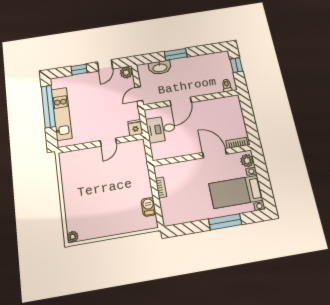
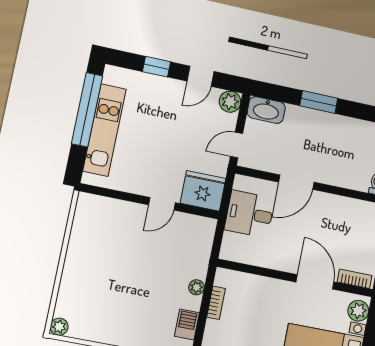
washbasin: (160, 68) -> (266, 110), moved
fridge: (135, 128) -> (203, 191), width x1.88, depth x1.34
plant: (146, 183) -> (197, 287), added

